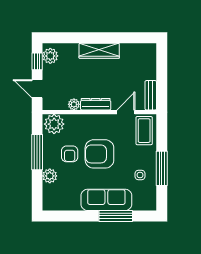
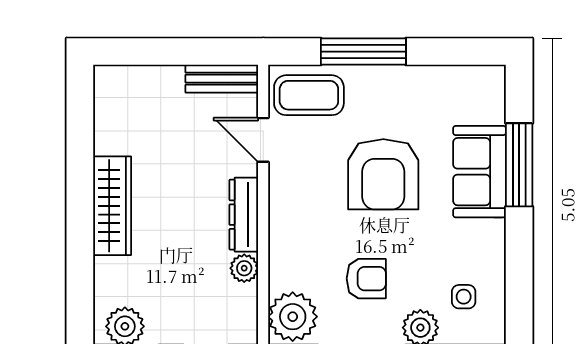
armchair: (99, 154) -> (383, 174), moved
window: (162, 168) -> (363, 52), moved
side table: (140, 175) -> (464, 297), moved
sofa: (106, 200) -> (479, 172), width x0.73

